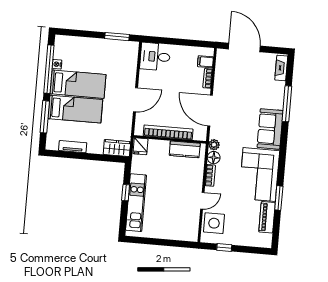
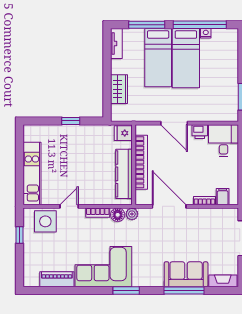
printer: (145, 77) -> (200, 132), added
door: (210, 111) -> (169, 206), hinge flipped
sofa: (270, 129) -> (186, 274), moved
tv unit: (73, 147) -> (116, 43), moved
wardrobe: (117, 148) -> (119, 89), moved
kitchen counter: (185, 149) -> (124, 174), width x1.50
window: (279, 198) -> (126, 290), moved
door: (202, 201) -> (69, 206), swing flipped
kitchen unit: (136, 203) -> (32, 174), moved, turned -90

